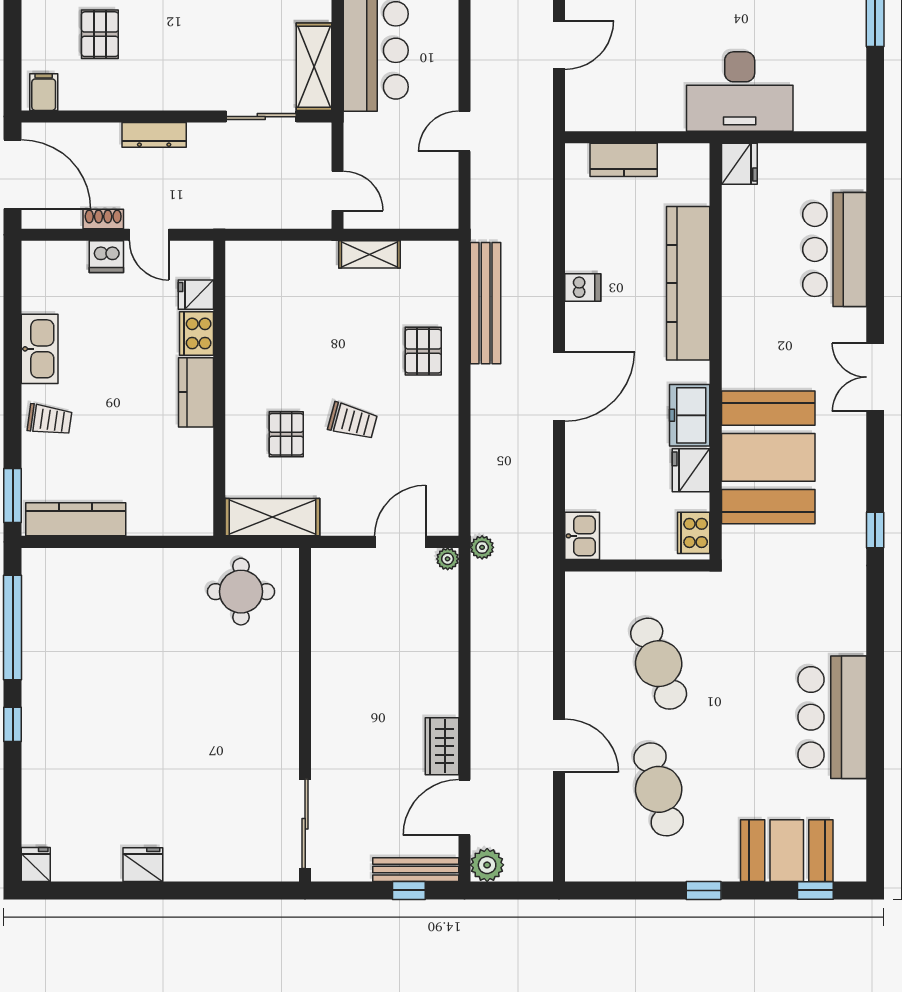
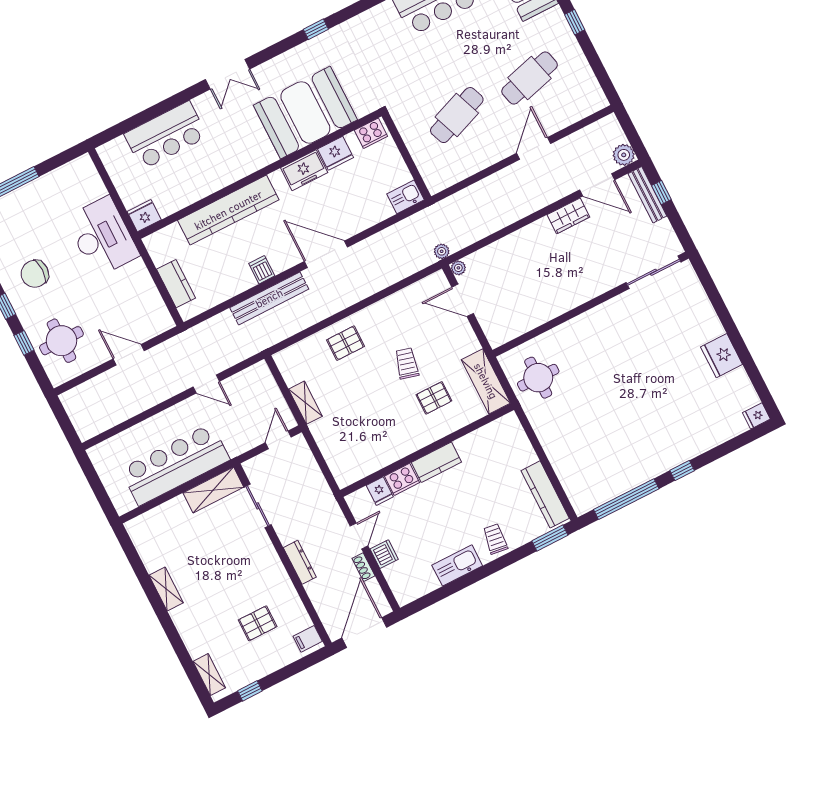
bench: (486, 303) -> (269, 298), moved
fridge: (143, 865) -> (722, 356), width x1.36, depth x1.34

